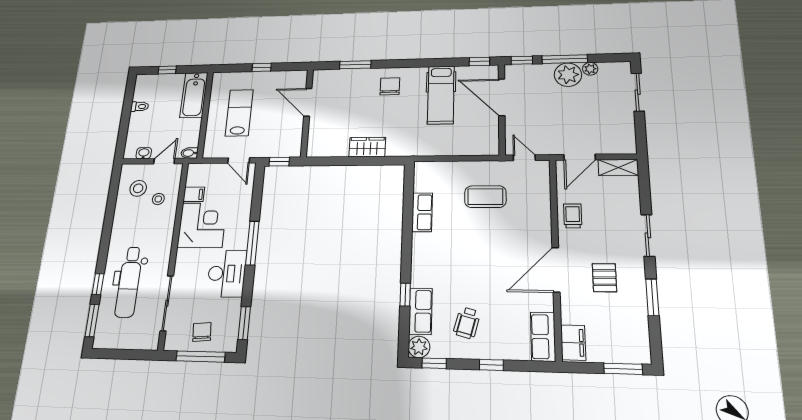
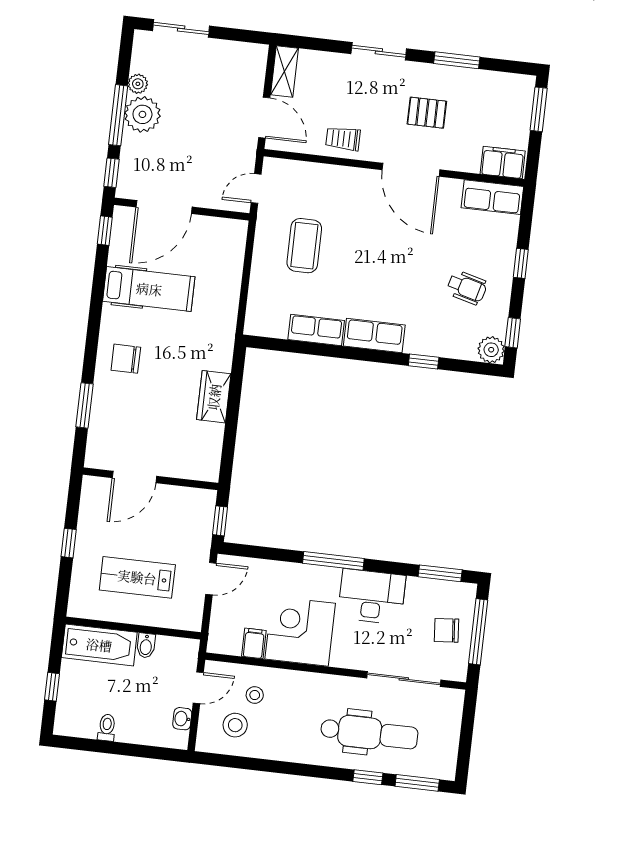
bidet: (189, 153) -> (146, 646), moved
door: (164, 161) -> (198, 688), swing flipped
row of seats: (420, 311) -> (374, 336), moved

